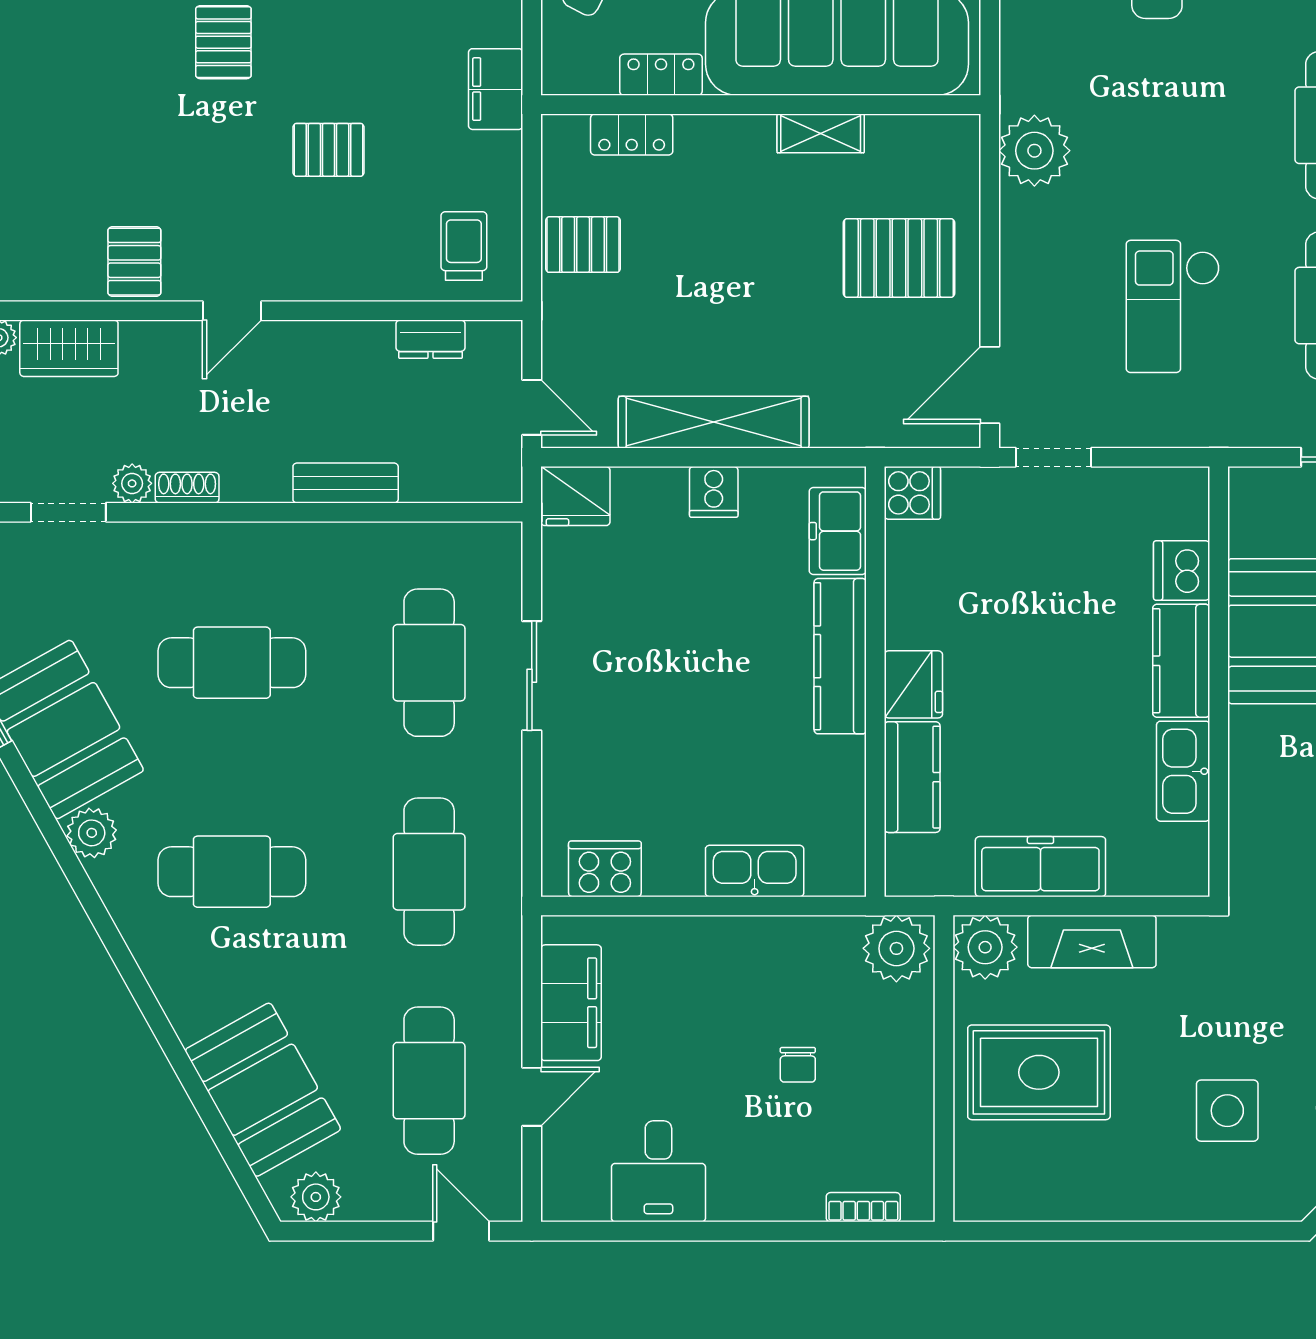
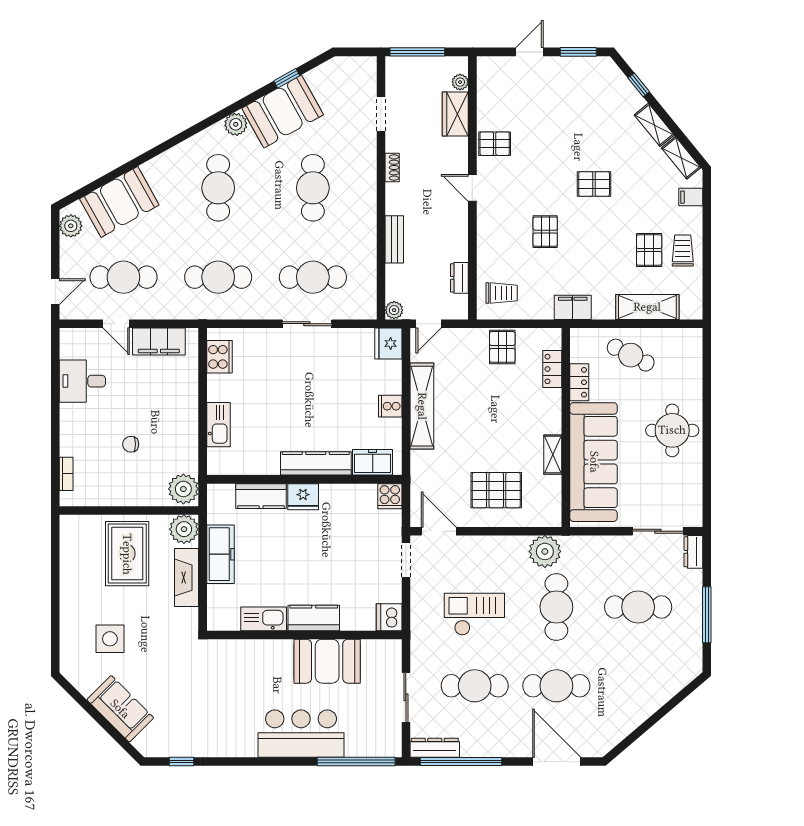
cafe table: (1157, 125) -> (556, 607), added
pallet: (899, 258) -> (496, 490), turned 90
plant: (132, 483) -> (394, 310), moved
dishwasher: (1182, 571) -> (389, 617), moved, turned -90

